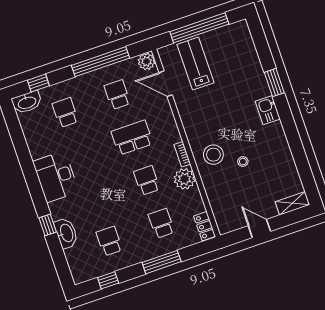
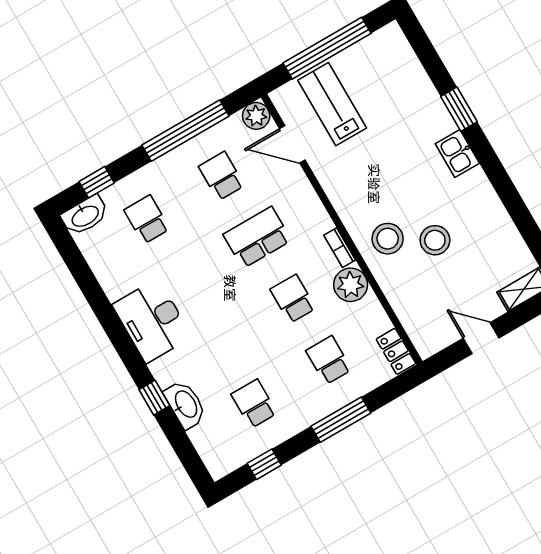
stool: (243, 162) -> (435, 240), width x1.89, depth x1.89

